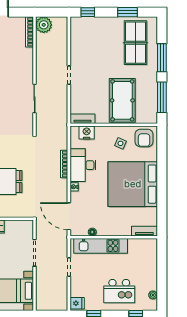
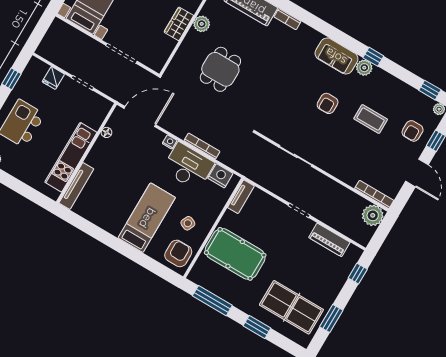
piano: (77, 44) -> (329, 240), added
window: (162, 58) -> (257, 327), width x0.69
nightstand: (87, 132) -> (220, 176), moved, turned -90
armchair: (144, 138) -> (178, 253), turned 90
bed: (133, 184) -> (147, 218), width x0.49
tv unit: (144, 231) -> (76, 186), width x1.41
kitchen unit: (101, 246) -> (71, 157), moved
fridge: (77, 303) -> (53, 78), moved

